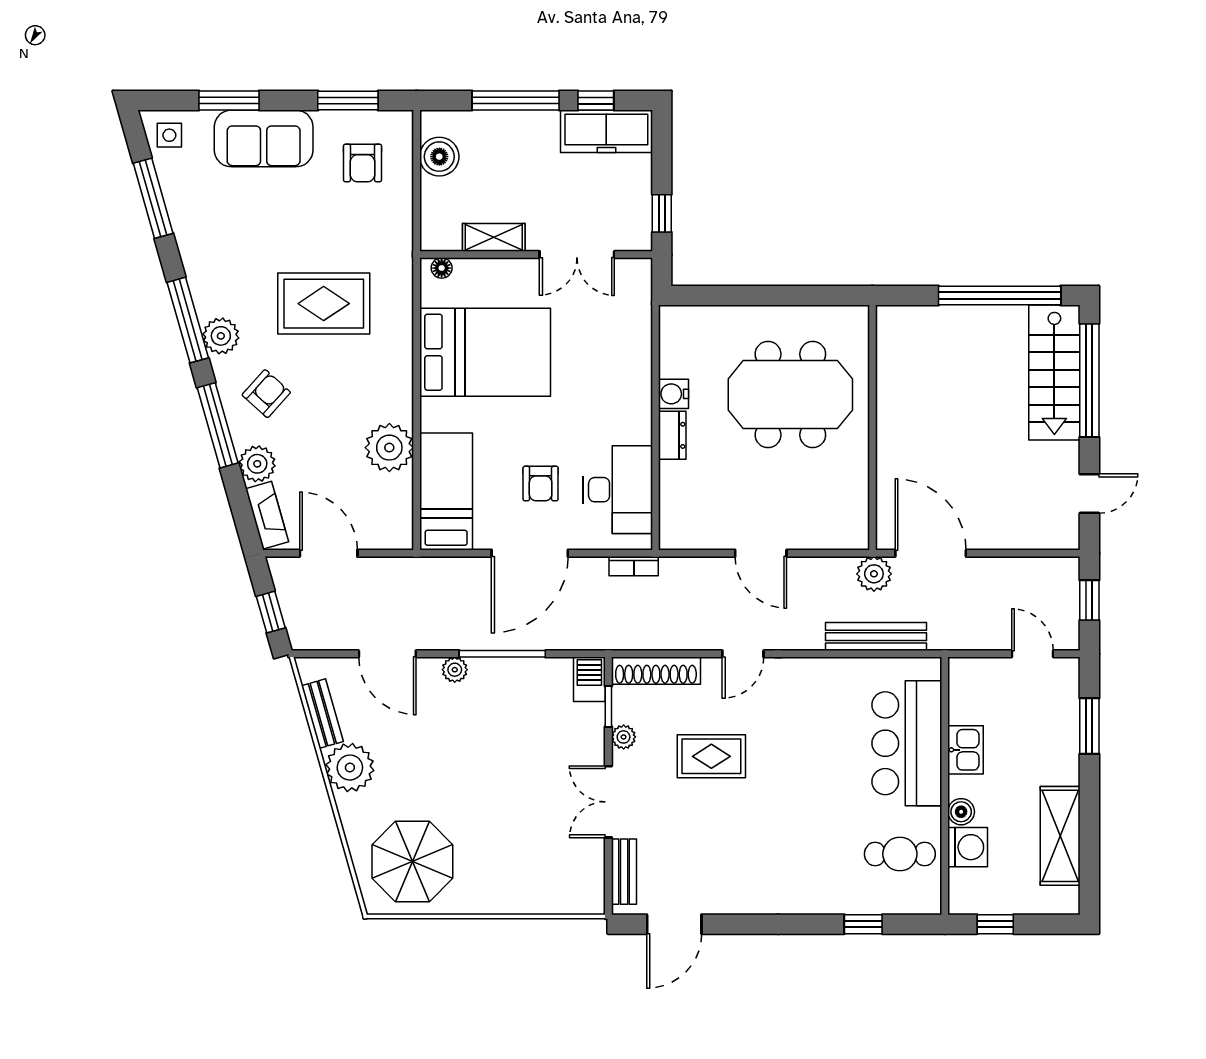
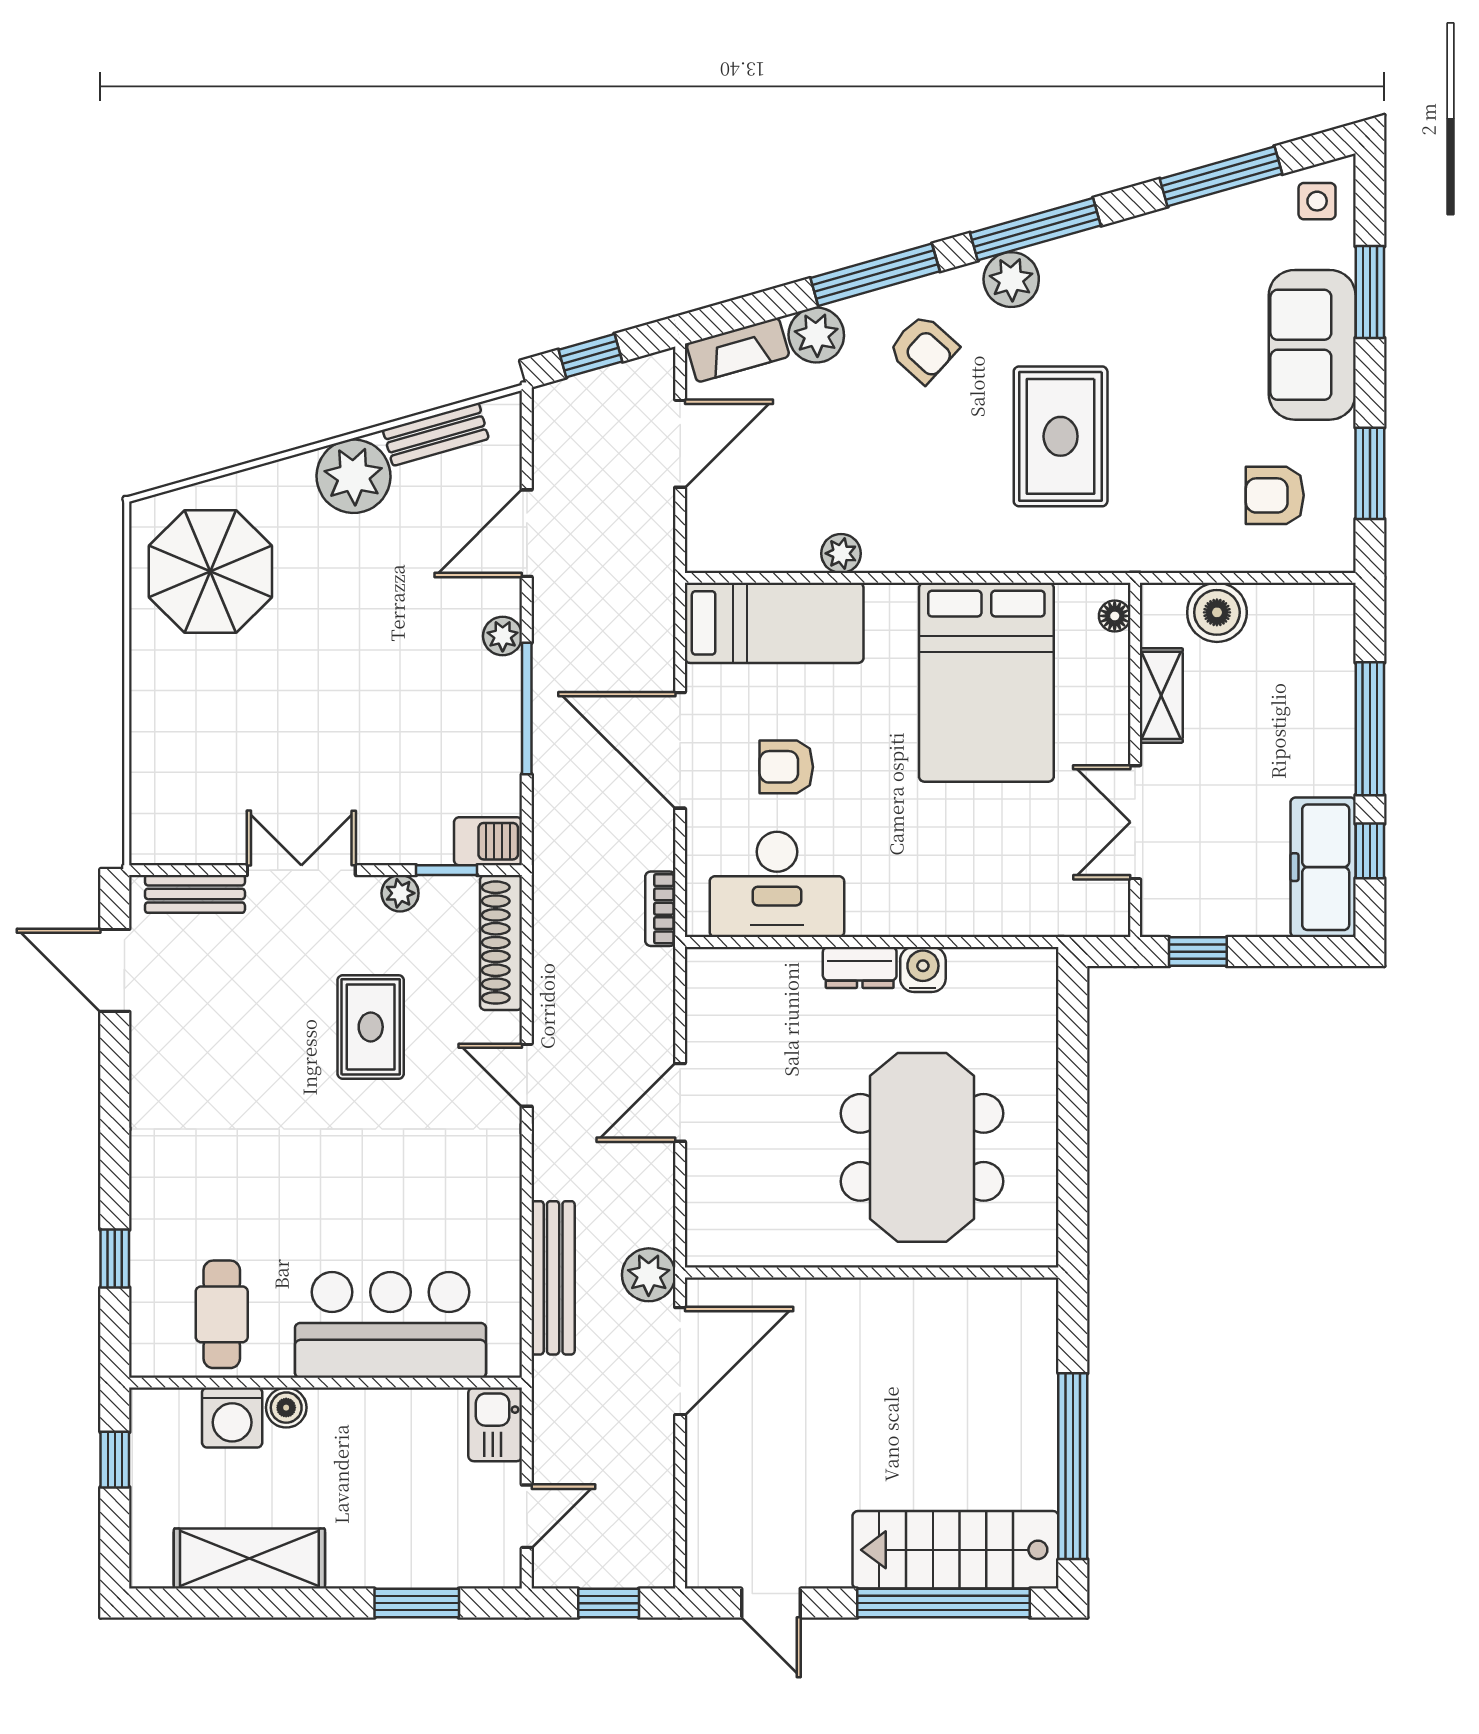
boiler: (439, 157) -> (1217, 612), moved
plant: (389, 448) -> (841, 553), width x0.53, depth x0.53
kitchen sink: (965, 750) -> (495, 1424), moved, turned 90

